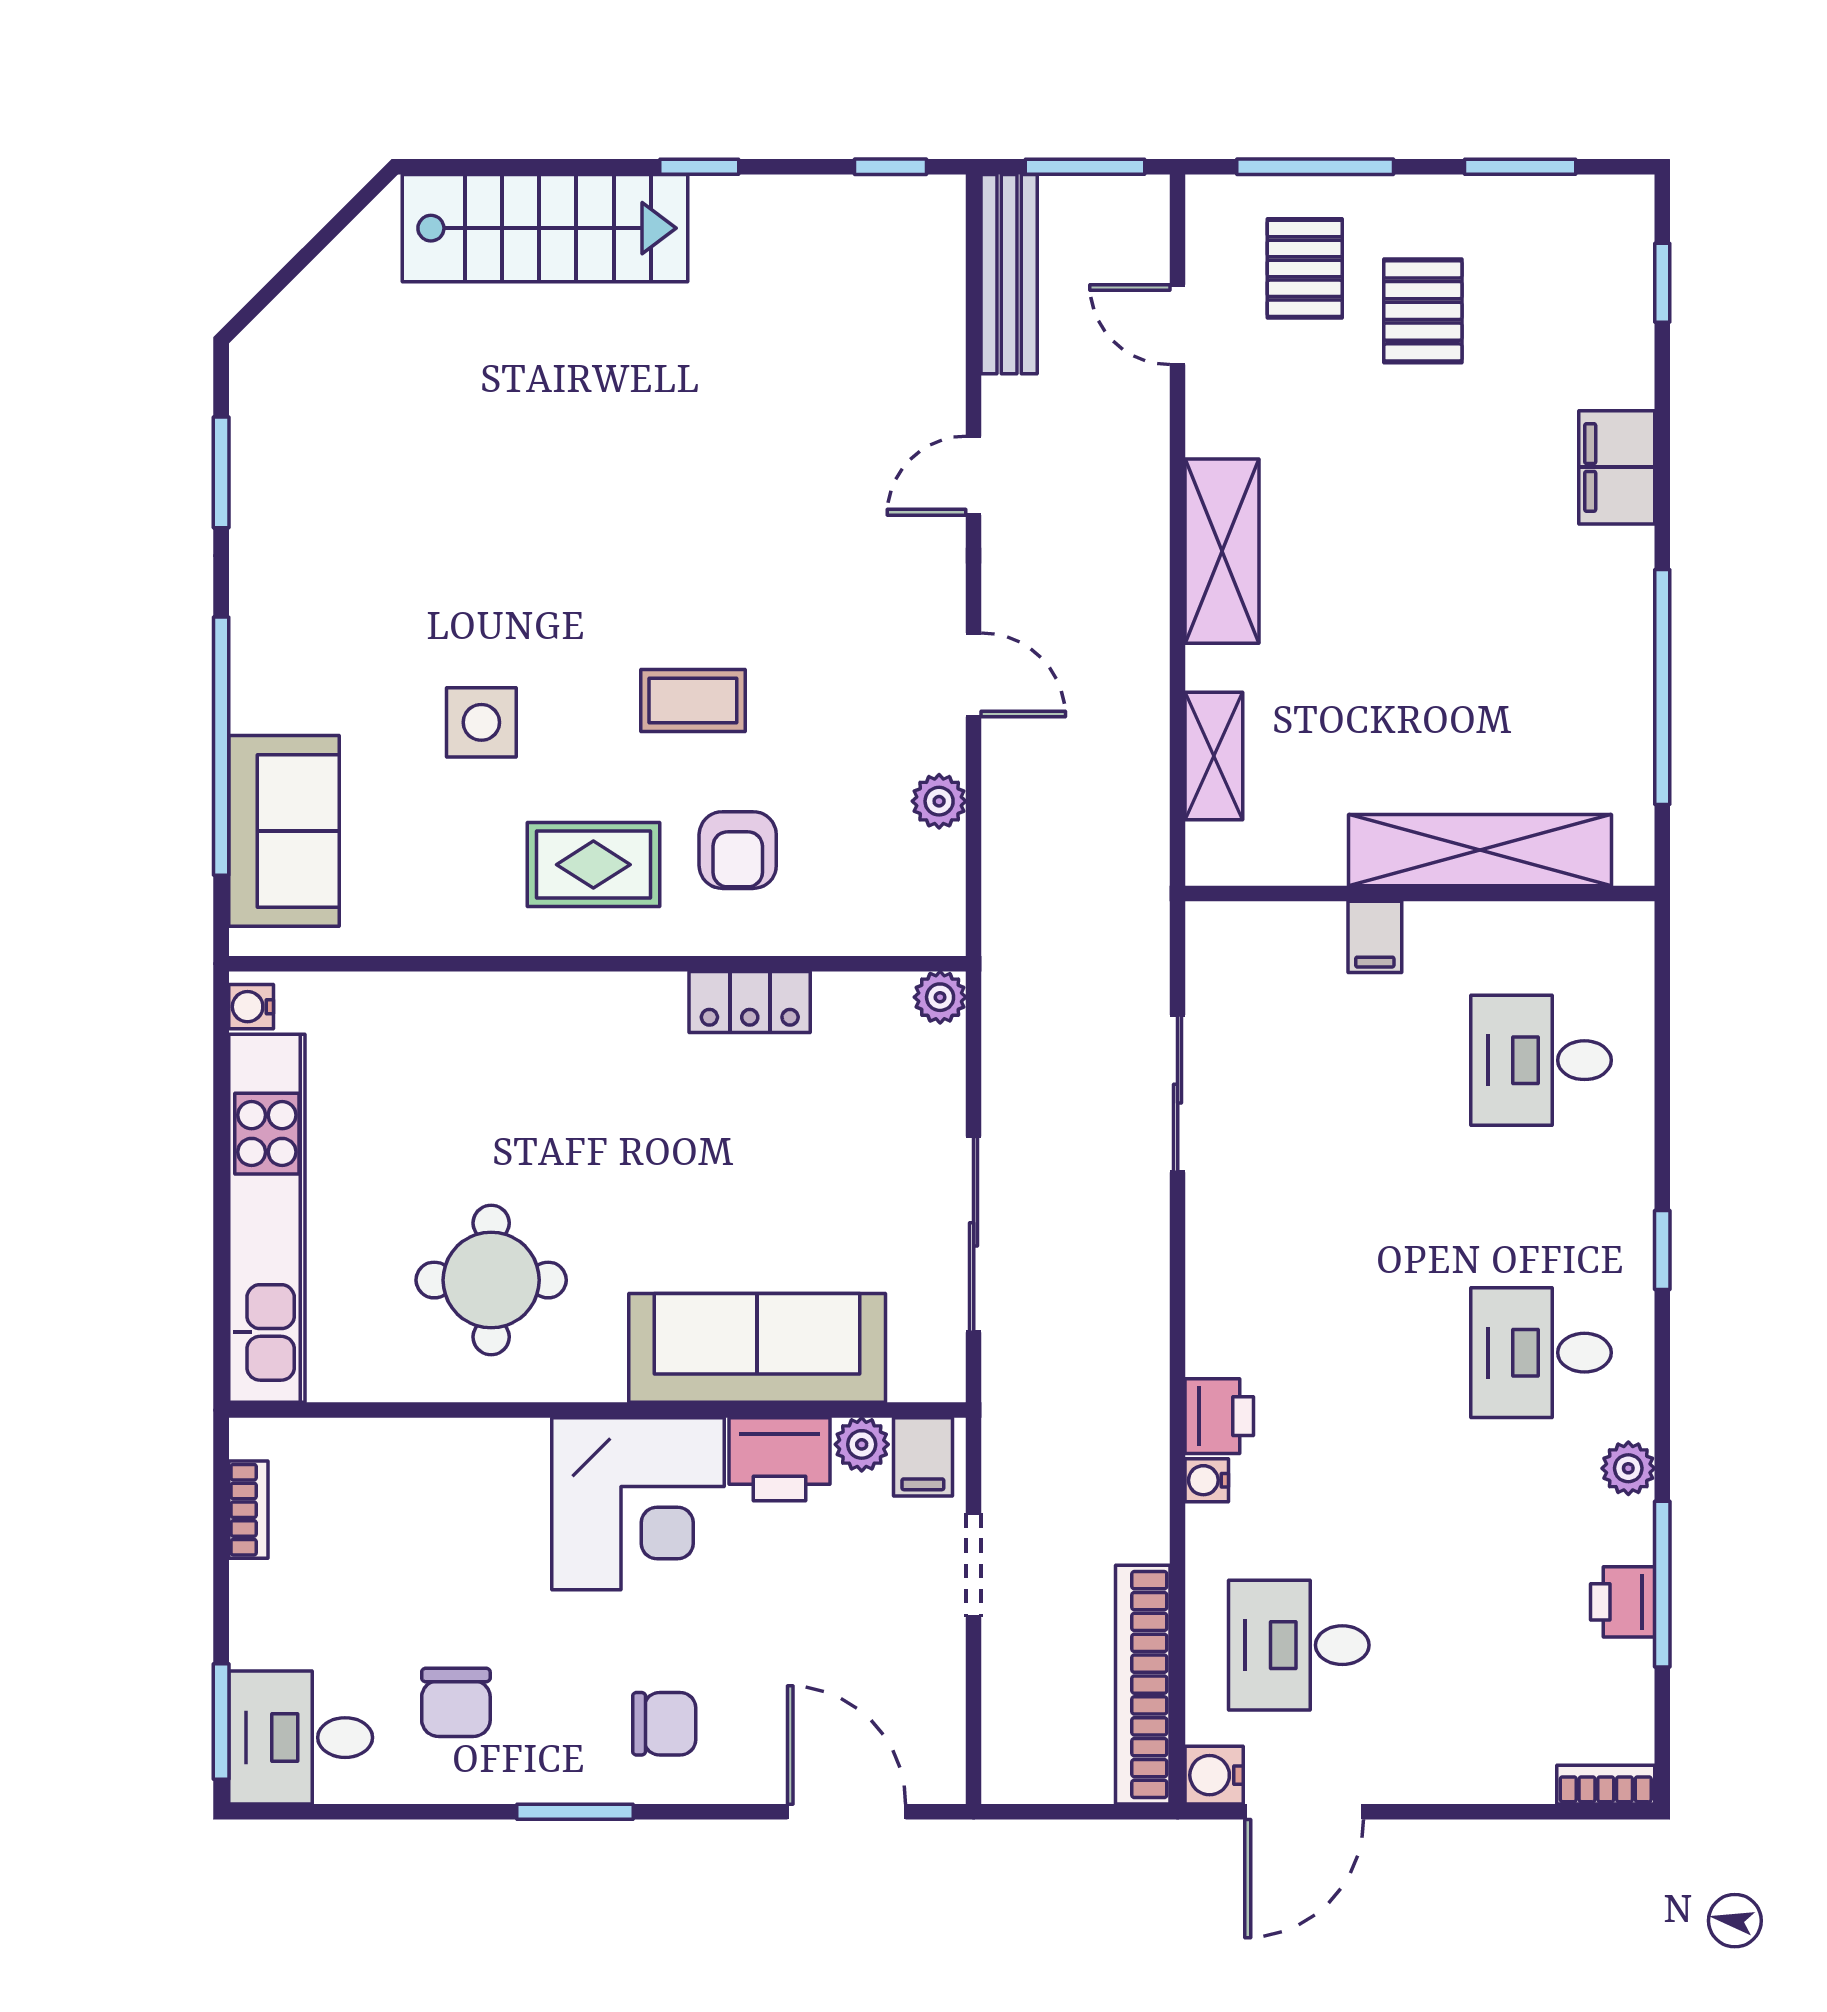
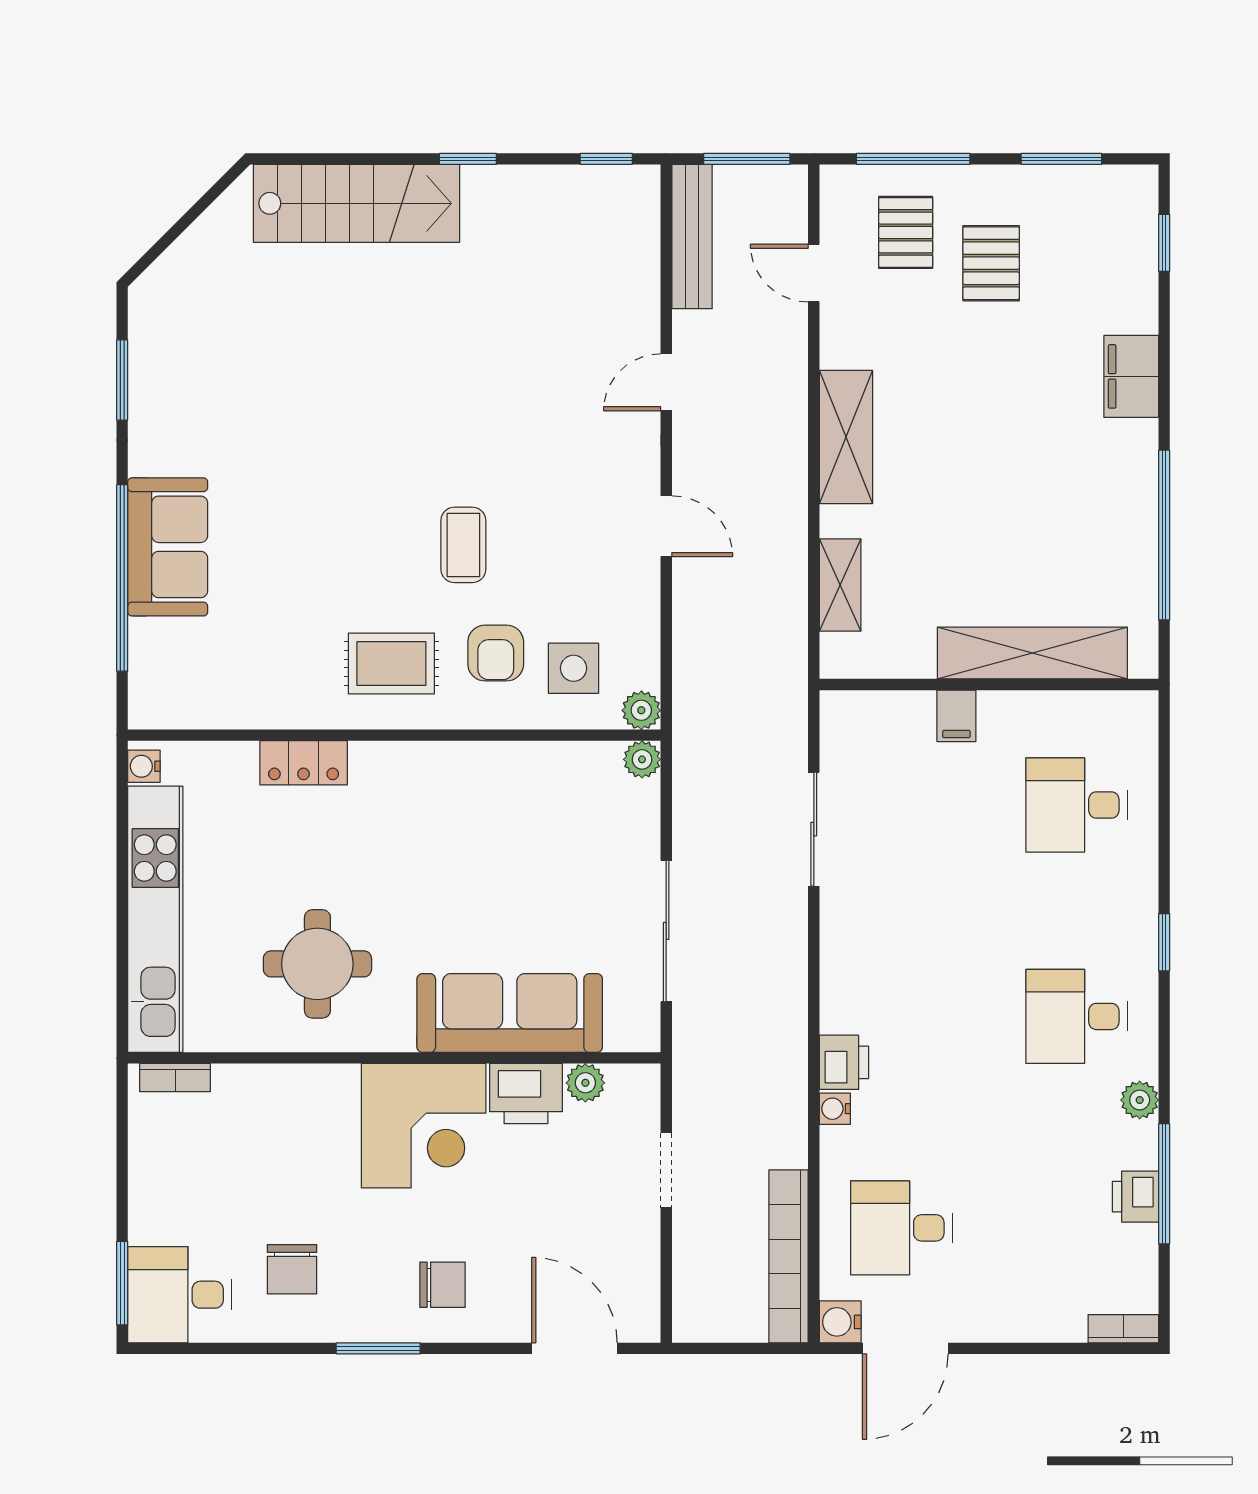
coffee table: (693, 701) -> (463, 545), turned 90
side table: (481, 722) -> (574, 668), moved
plant: (939, 801) -> (641, 710), moved
sofa: (284, 831) -> (168, 547), moved
locker: (750, 1002) -> (304, 763), moved
filing cabinet: (923, 1457) -> (630, 1092), removed
bookcase: (248, 1510) -> (175, 1078), moved, turned 90

